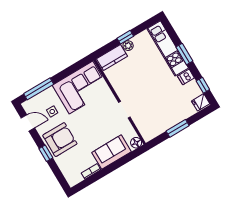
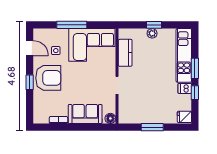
kitchen counter: (112, 57) -> (125, 53), moved, turned -90
window: (203, 85) -> (195, 93), moved
window: (39, 89) -> (72, 25), moved

